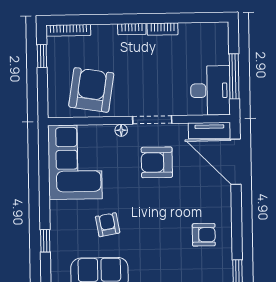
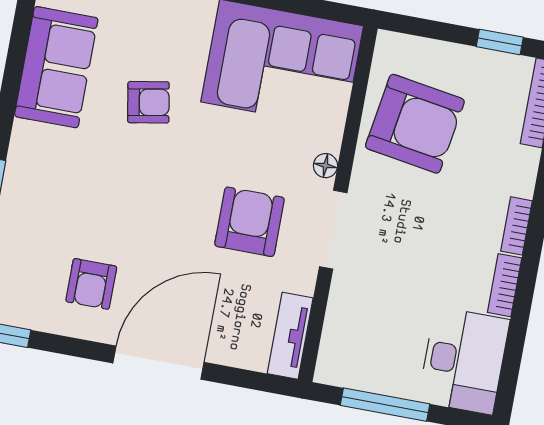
desk: (210, 90) -> (464, 361), moved, turned -90
door: (236, 162) -> (158, 363), moved

